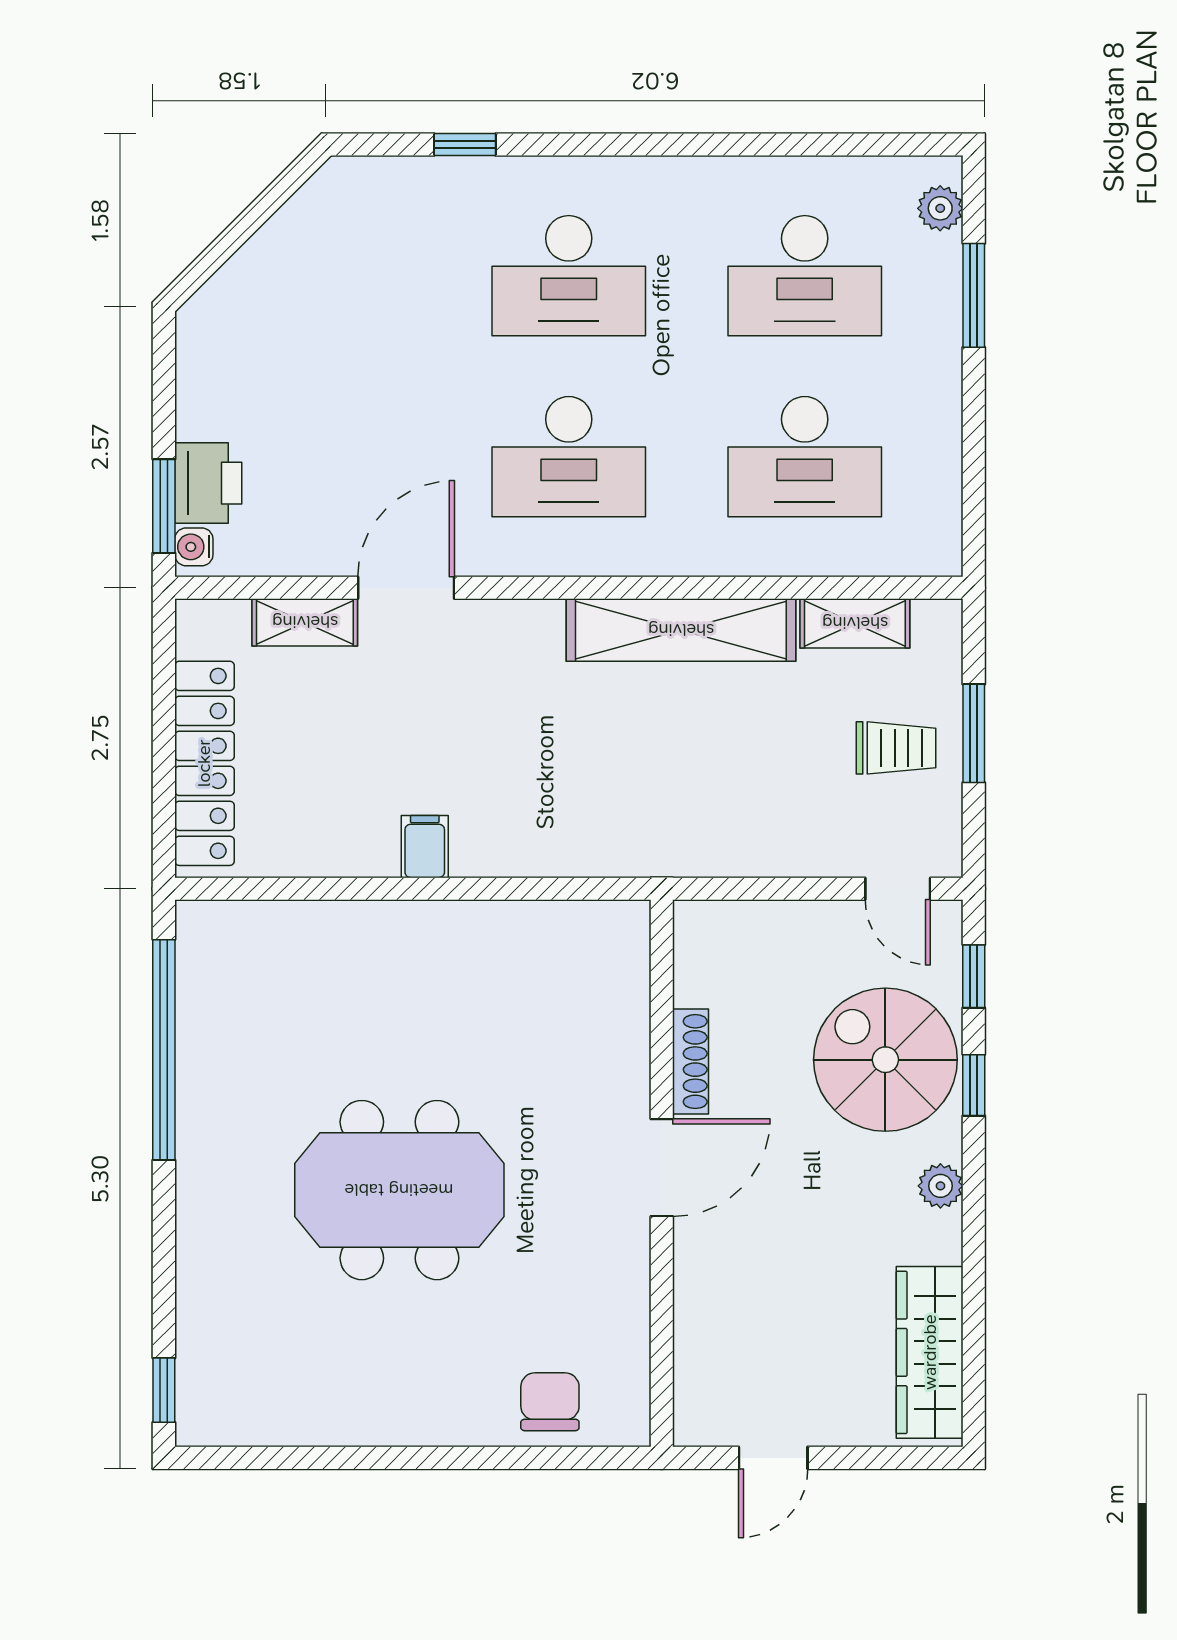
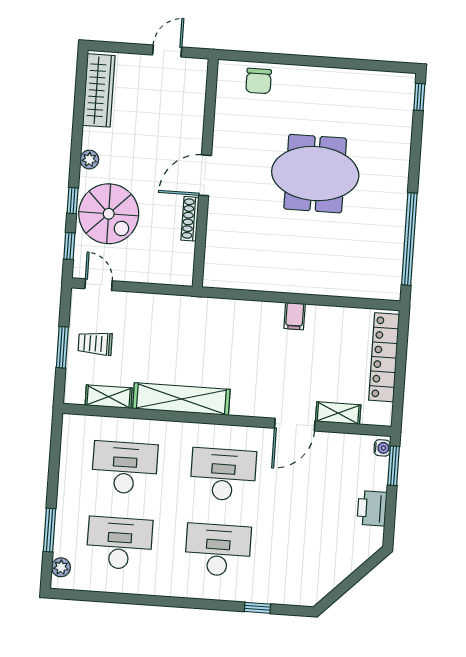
printer: (208, 483) -> (372, 508), moved

